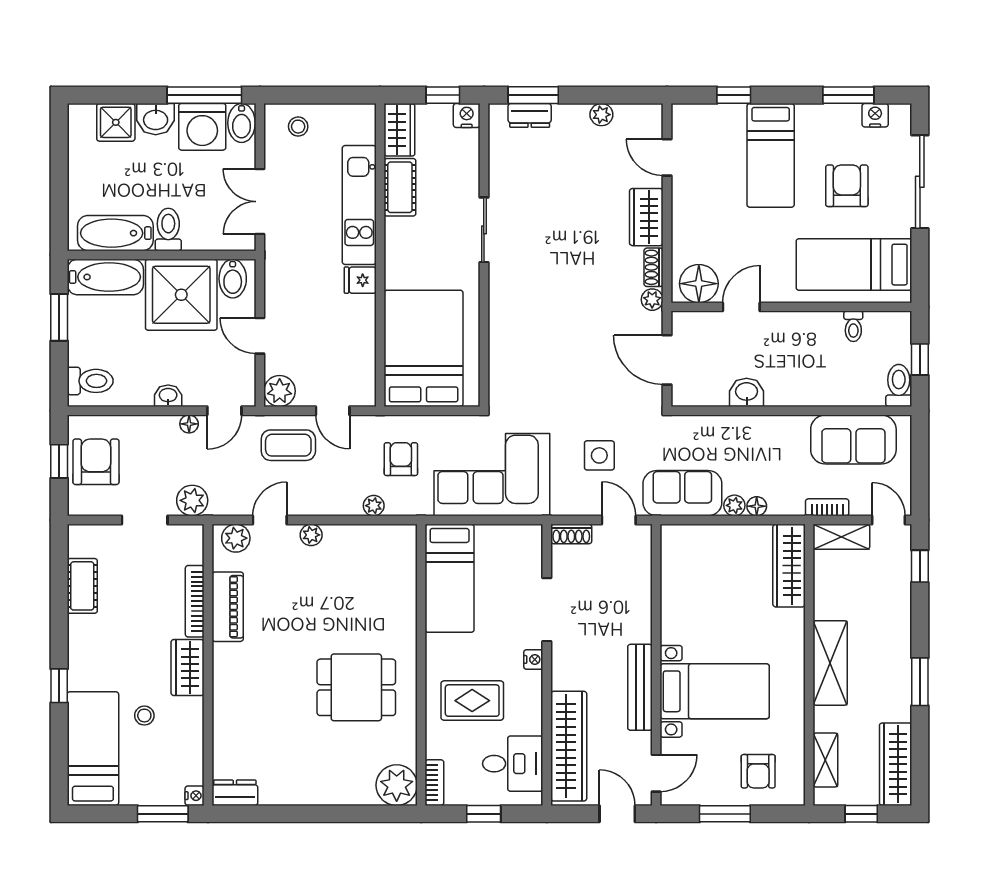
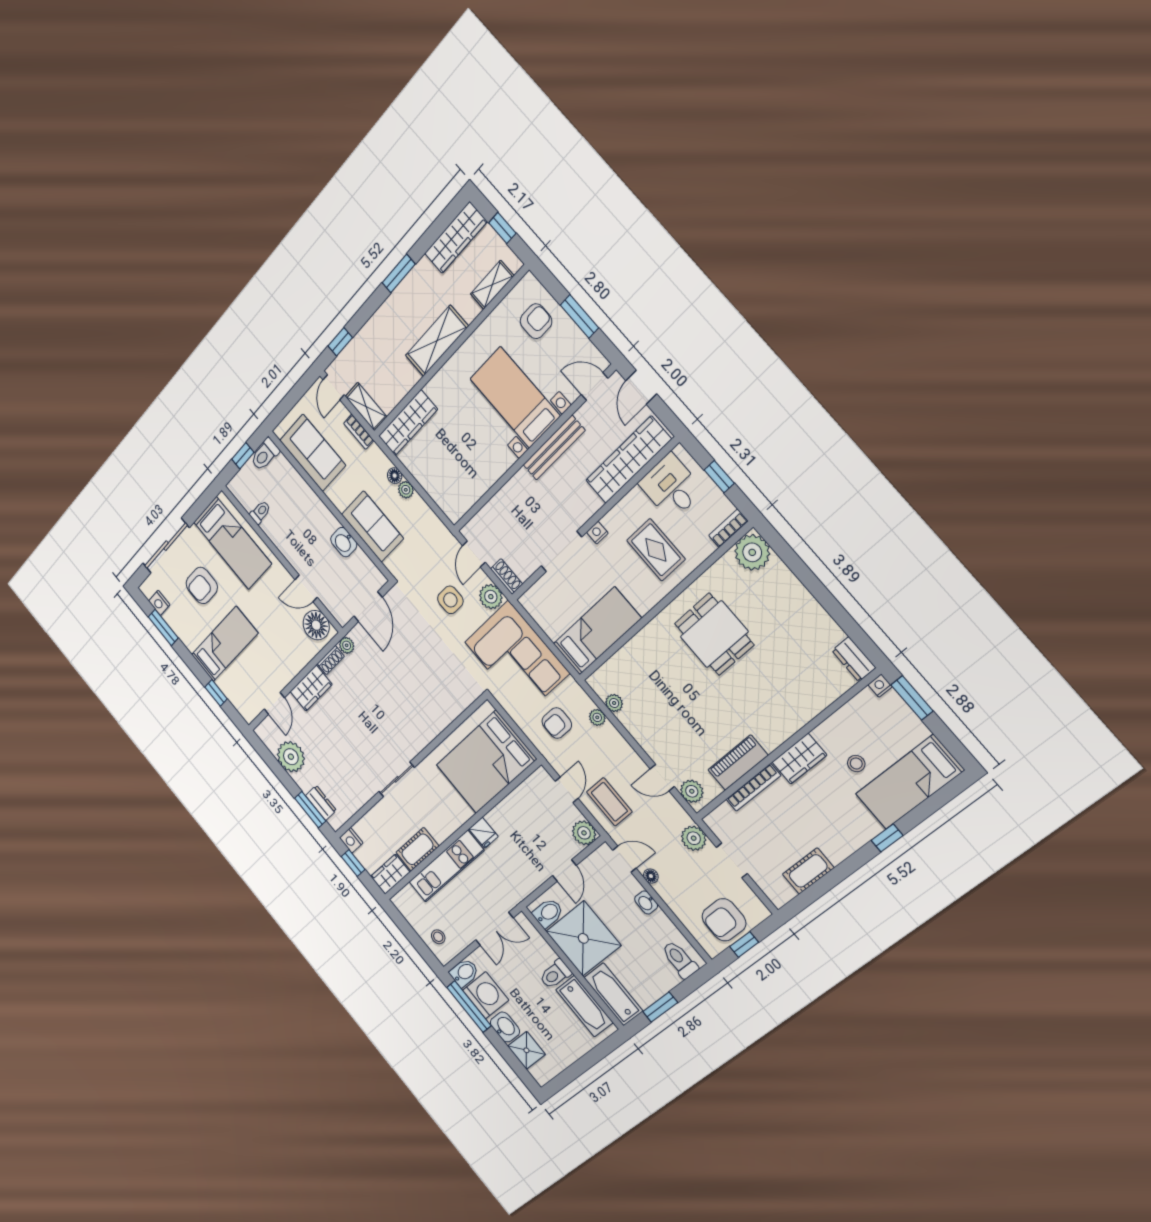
plant: (601, 115) -> (291, 757), width x1.88, depth x1.88
sofa: (682, 493) -> (372, 527), moved, turned 180
plant: (567, 501) -> (491, 597), added
plant: (311, 535) -> (614, 703), moved

